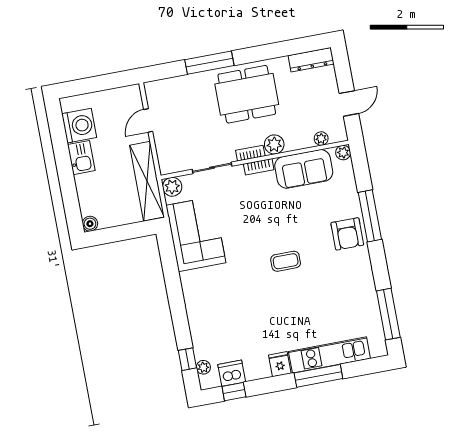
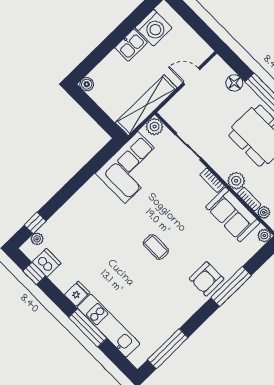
floor lamp: (182, 85) -> (234, 83), added
bookcase: (250, 153) -> (249, 199), moved

